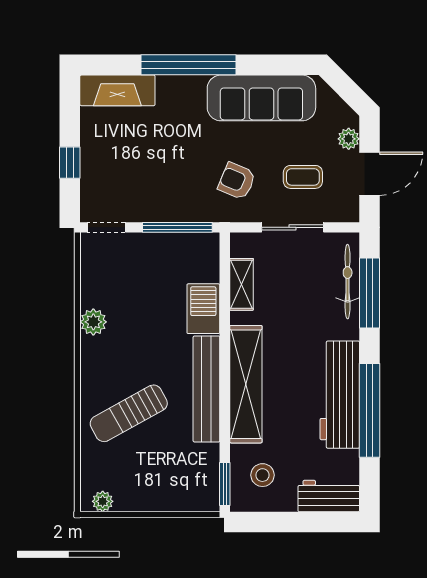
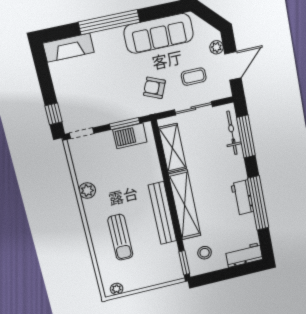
window: (70, 163) -> (53, 114), moved
window: (177, 227) -> (125, 124), width x0.69
shelving: (242, 284) -> (172, 148), width x1.50, depth x1.33
barbecue: (203, 309) -> (130, 136), moved, turned -90
workbench: (340, 395) -> (242, 198), width x0.53, depth x0.76
sun lounger: (129, 413) -> (120, 237), turned -61

